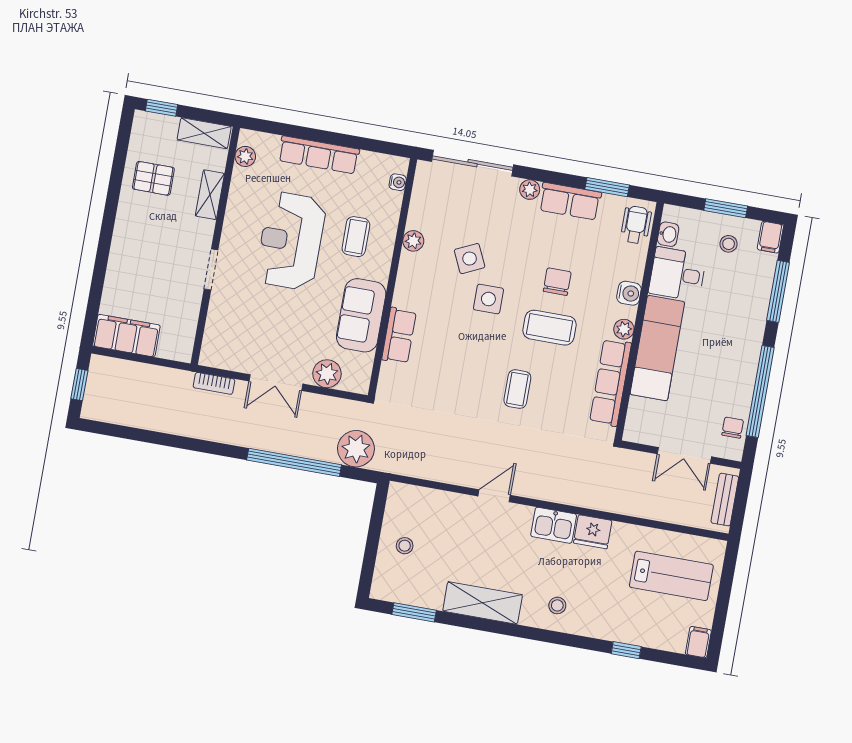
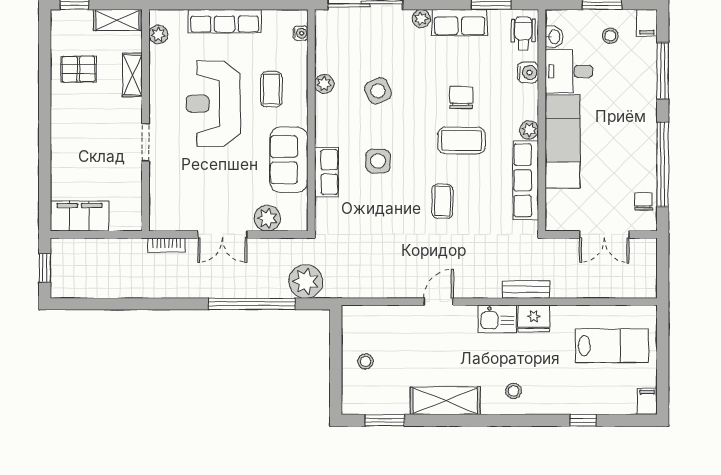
water cooler: (629, 293) -> (528, 72), moved
side table: (488, 299) -> (378, 161), moved
bench: (725, 500) -> (526, 289), moved, turned 90

